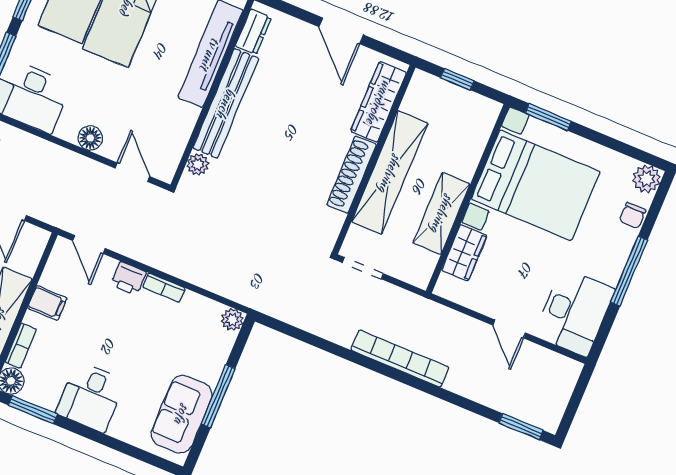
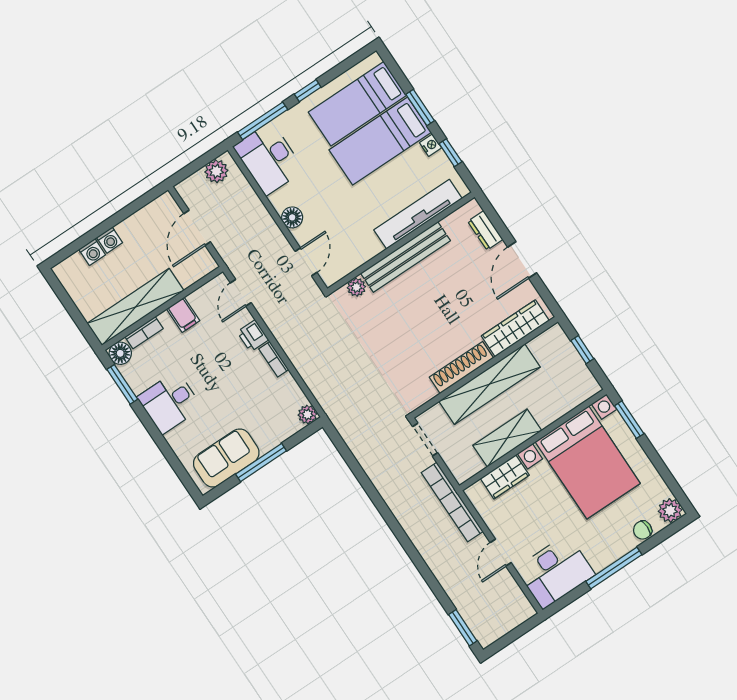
dresser: (253, 32) -> (485, 230), moved, turned 90
bookcase: (400, 359) -> (452, 502), moved, turned 180

